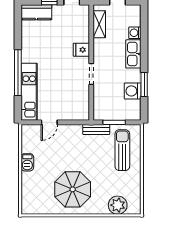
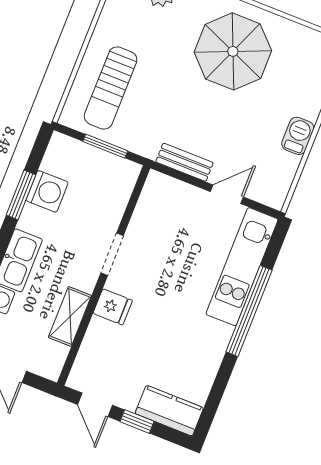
shelving: (99, 24) -> (70, 316), moved
bench: (96, 129) -> (184, 162), moved

